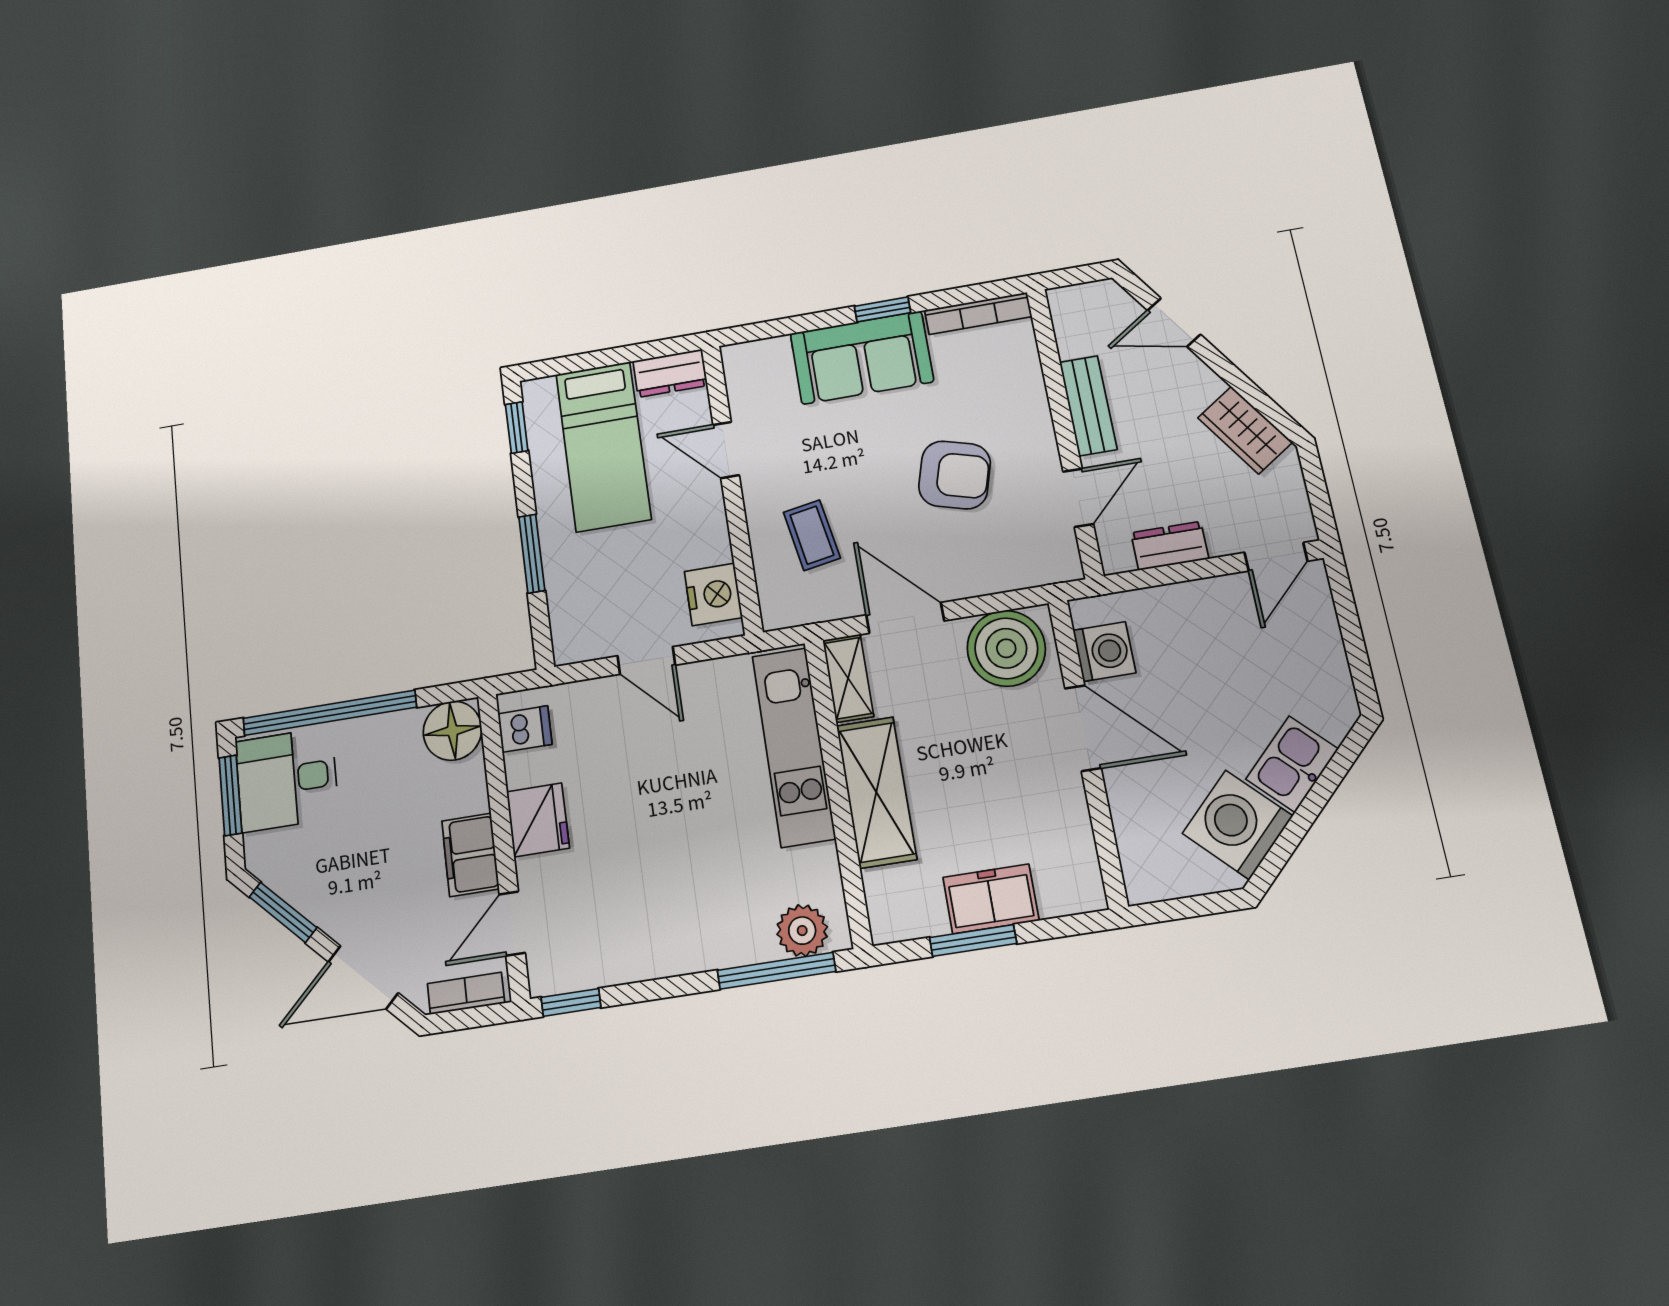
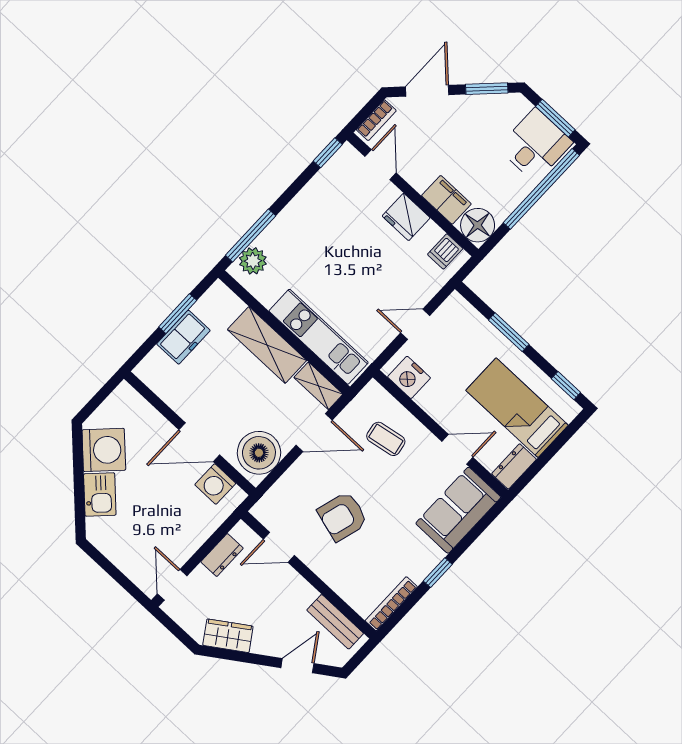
sofa: (862, 358) -> (458, 510), moved
bench: (1088, 406) -> (335, 622), moved
door: (1078, 498) -> (279, 547), hinge flipped
filing cabinet: (470, 855) -> (446, 200), moved

